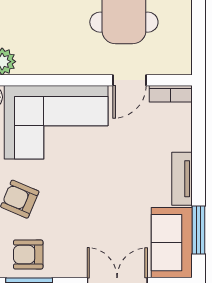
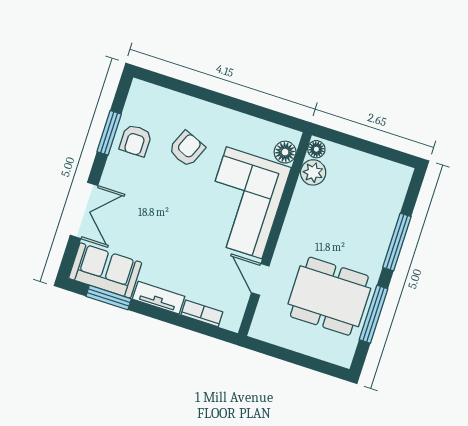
bookcase: (170, 94) -> (202, 313), moved, turned 90
armchair: (28, 255) -> (136, 140), turned 180

